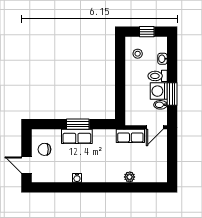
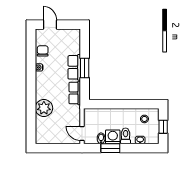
row of seats: (130, 136) -> (75, 93), moved
chair: (44, 149) -> (43, 51), moved
door: (26, 165) -> (50, 25), hinge flipped
plant: (130, 177) -> (44, 108), width x1.88, depth x1.88

